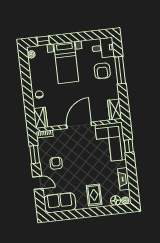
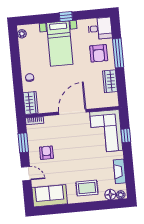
window: (43, 41) -> (66, 17), moved
wardrobe: (115, 109) -> (110, 81), moved
rug: (94, 195) -> (87, 188), turned 90

